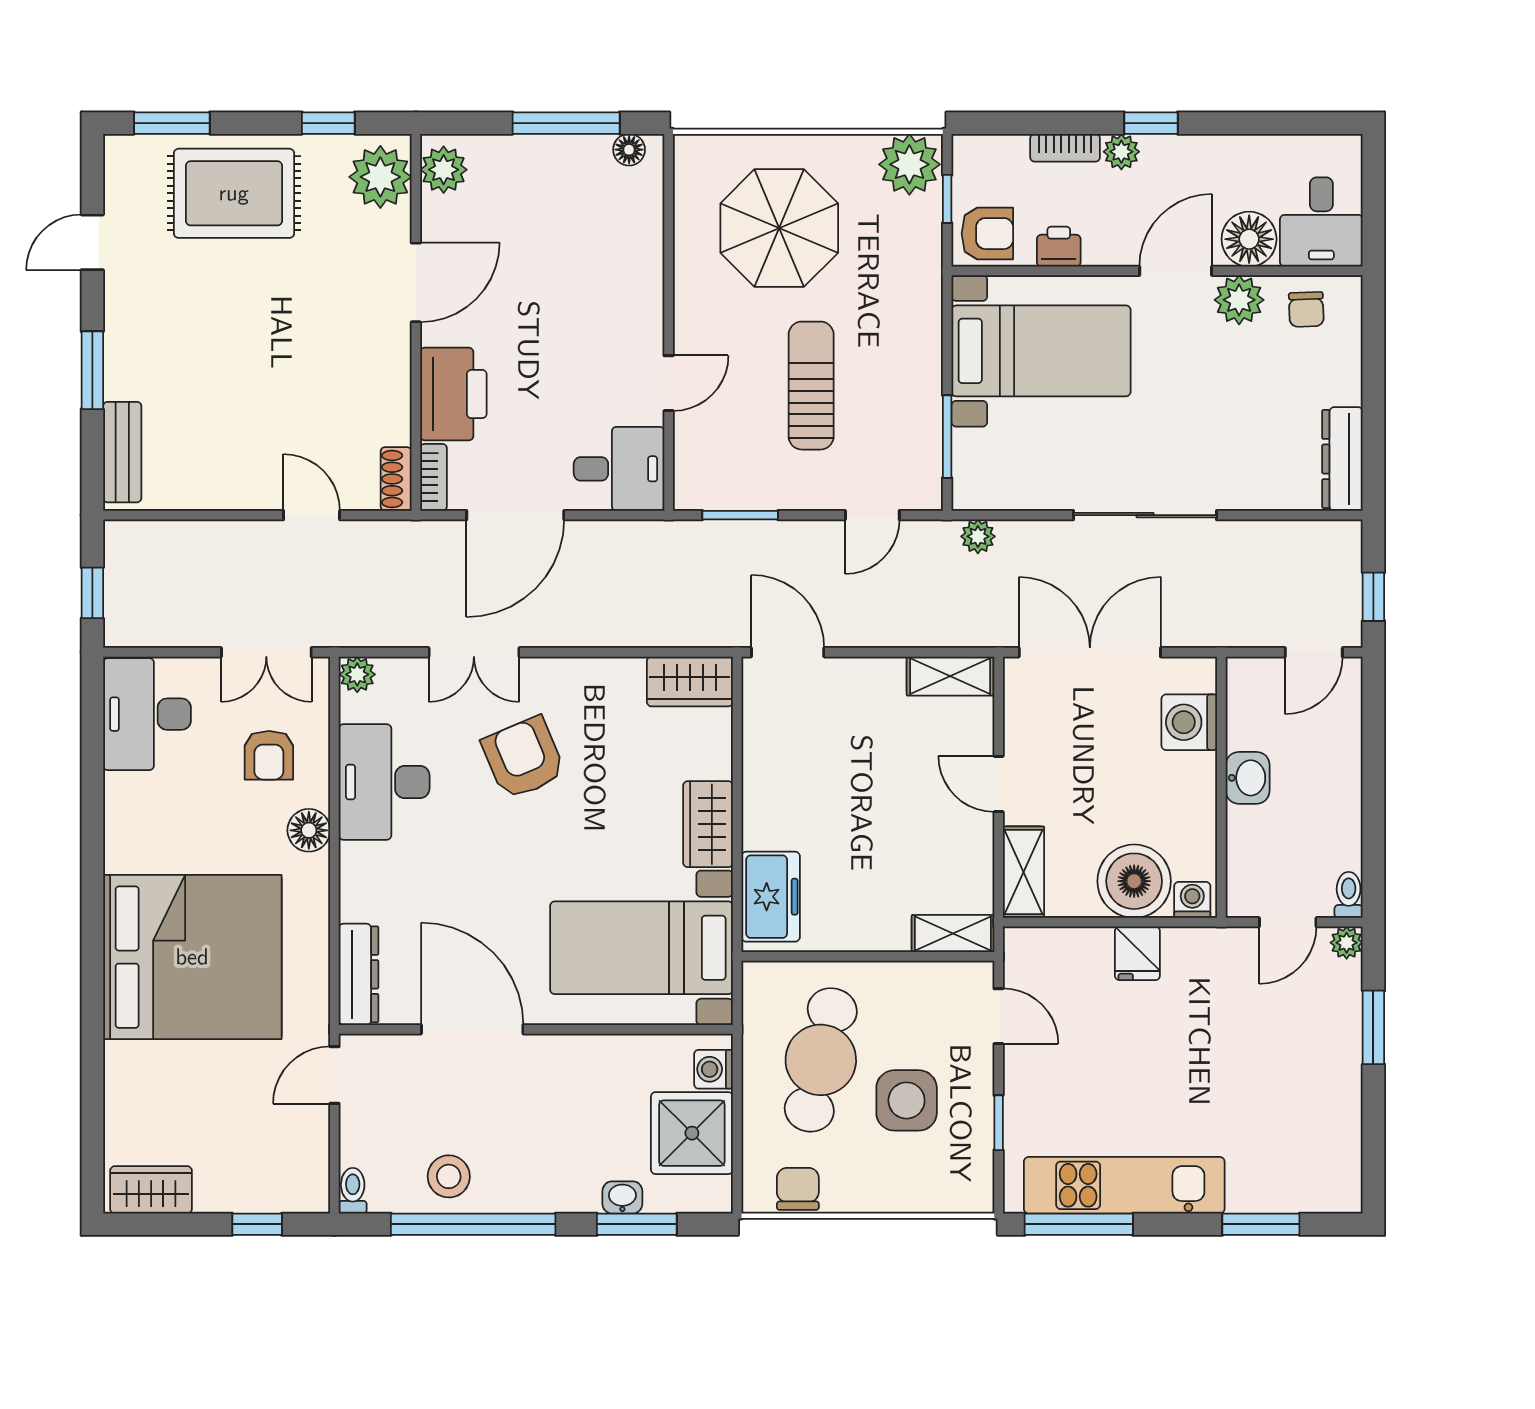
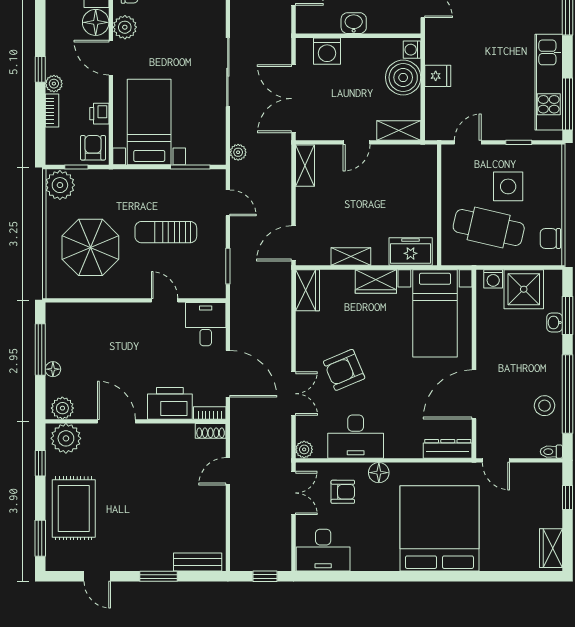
floor lamp: (629, 150) -> (53, 369), moved
shelving: (953, 934) -> (351, 257), moved, turned 90

